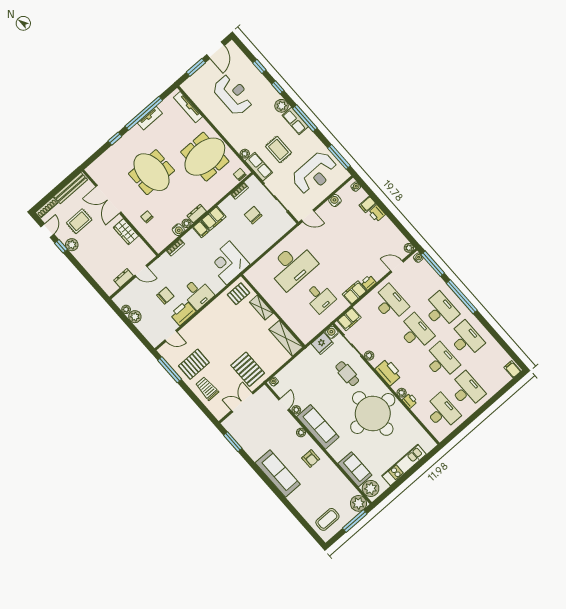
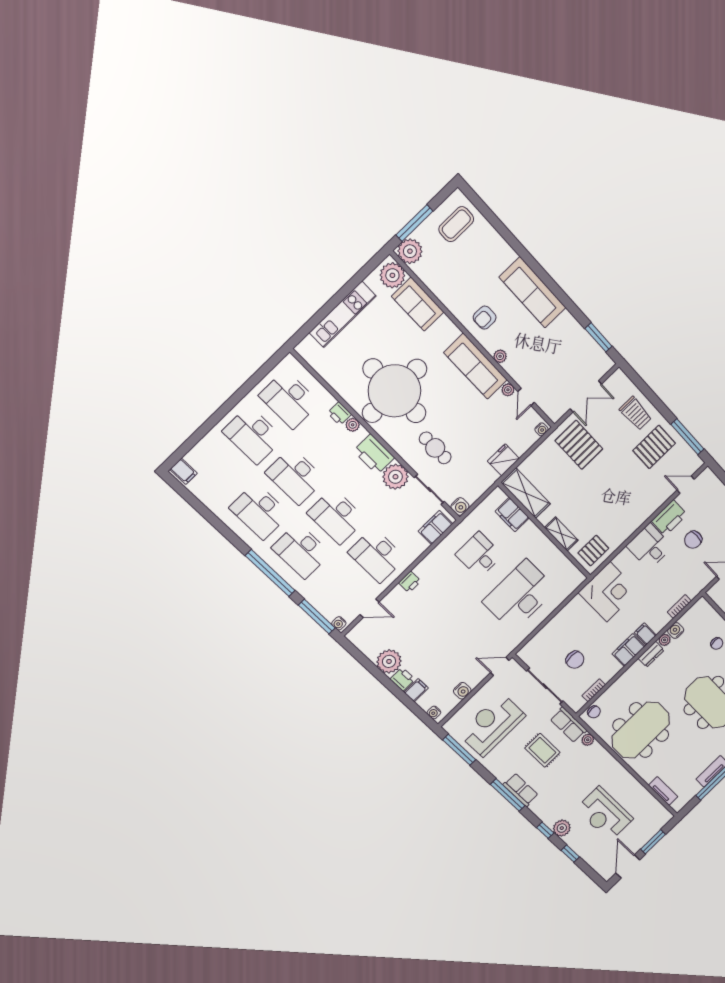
plant: (281, 106) -> (562, 828), moved
tv unit: (188, 107) -> (663, 791), width x0.71
plant: (409, 248) -> (389, 661), moved, width x1.87, depth x1.87
filing cabinet: (355, 293) -> (512, 515), moved, turned 90
fridge: (322, 344) -> (503, 460), moved
plant: (369, 356) -> (395, 477), width x1.88, depth x1.88
armchair: (311, 459) -> (485, 318), turned -90

